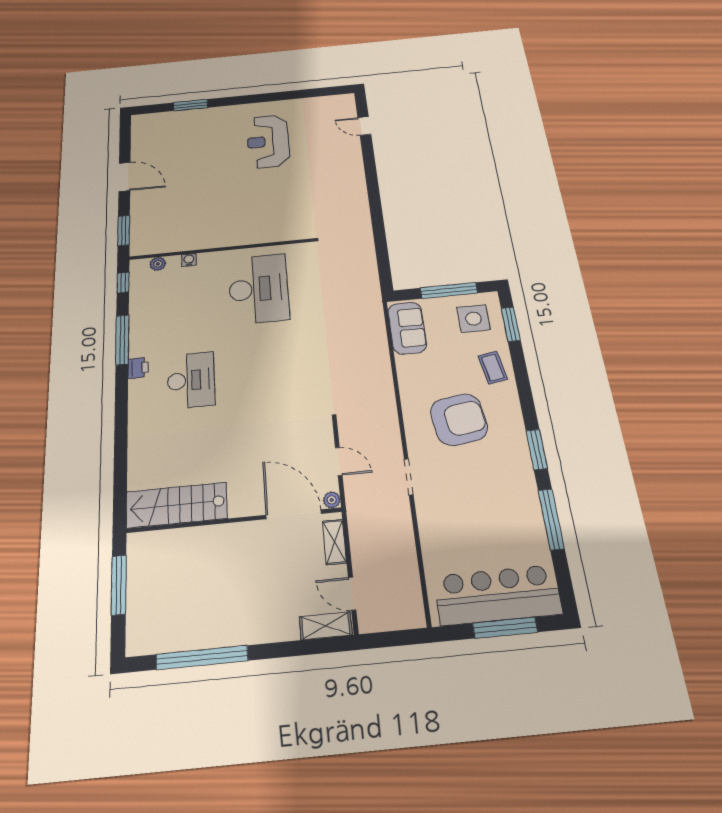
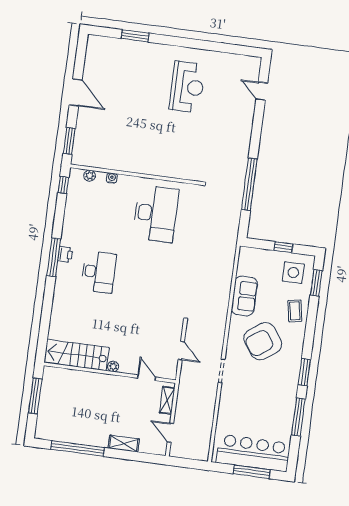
reception desk: (268, 141) -> (187, 87), turned 180
window: (378, 227) -> (249, 184), added
window: (449, 290) -> (283, 247), width x0.46
sofa: (407, 328) -> (244, 296), moved
window: (122, 340) -> (54, 257), moved
armchair: (459, 420) -> (263, 341), turned 152
plant: (332, 500) -> (113, 366), moved
door: (294, 514) -> (147, 378), width x0.53
shelving: (326, 626) -> (124, 444), moved

